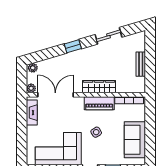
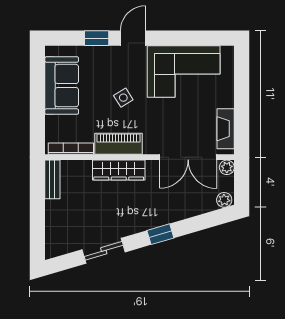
bench: (141, 64) -> (52, 179), moved

